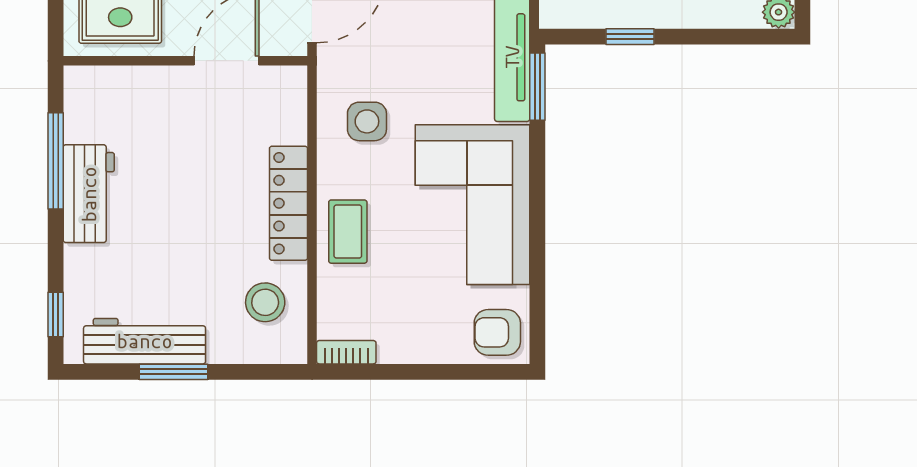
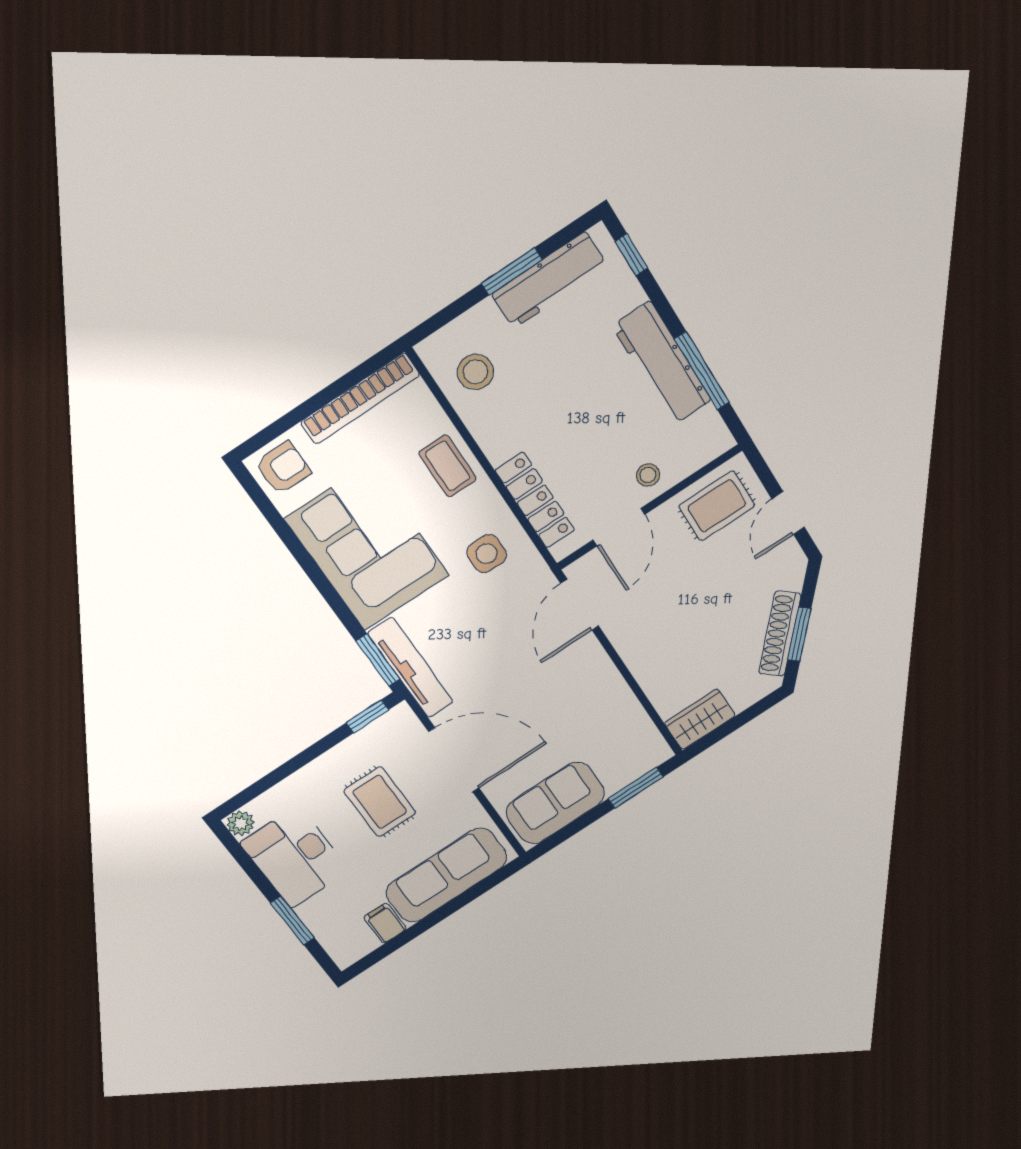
window: (630, 37) -> (367, 716), moved
stool: (167, 94) -> (648, 475), added
workbench: (89, 194) -> (662, 363), width x1.38
locker: (288, 203) -> (535, 500), moved
bookcase: (346, 352) -> (360, 399), width x2.31, depth x1.31

